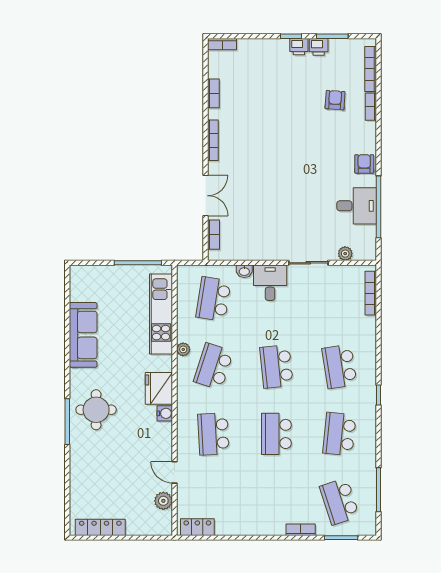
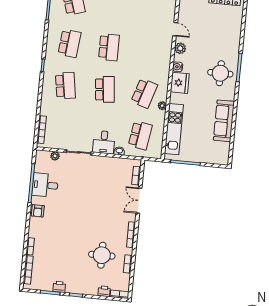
printer: (299, 47) -> (104, 291), moved
armchair: (335, 100) -> (52, 252), removed
round table: (256, 103) -> (102, 255), added
school desk: (213, 434) -> (148, 51), removed
plant: (163, 501) -> (180, 48), moved

